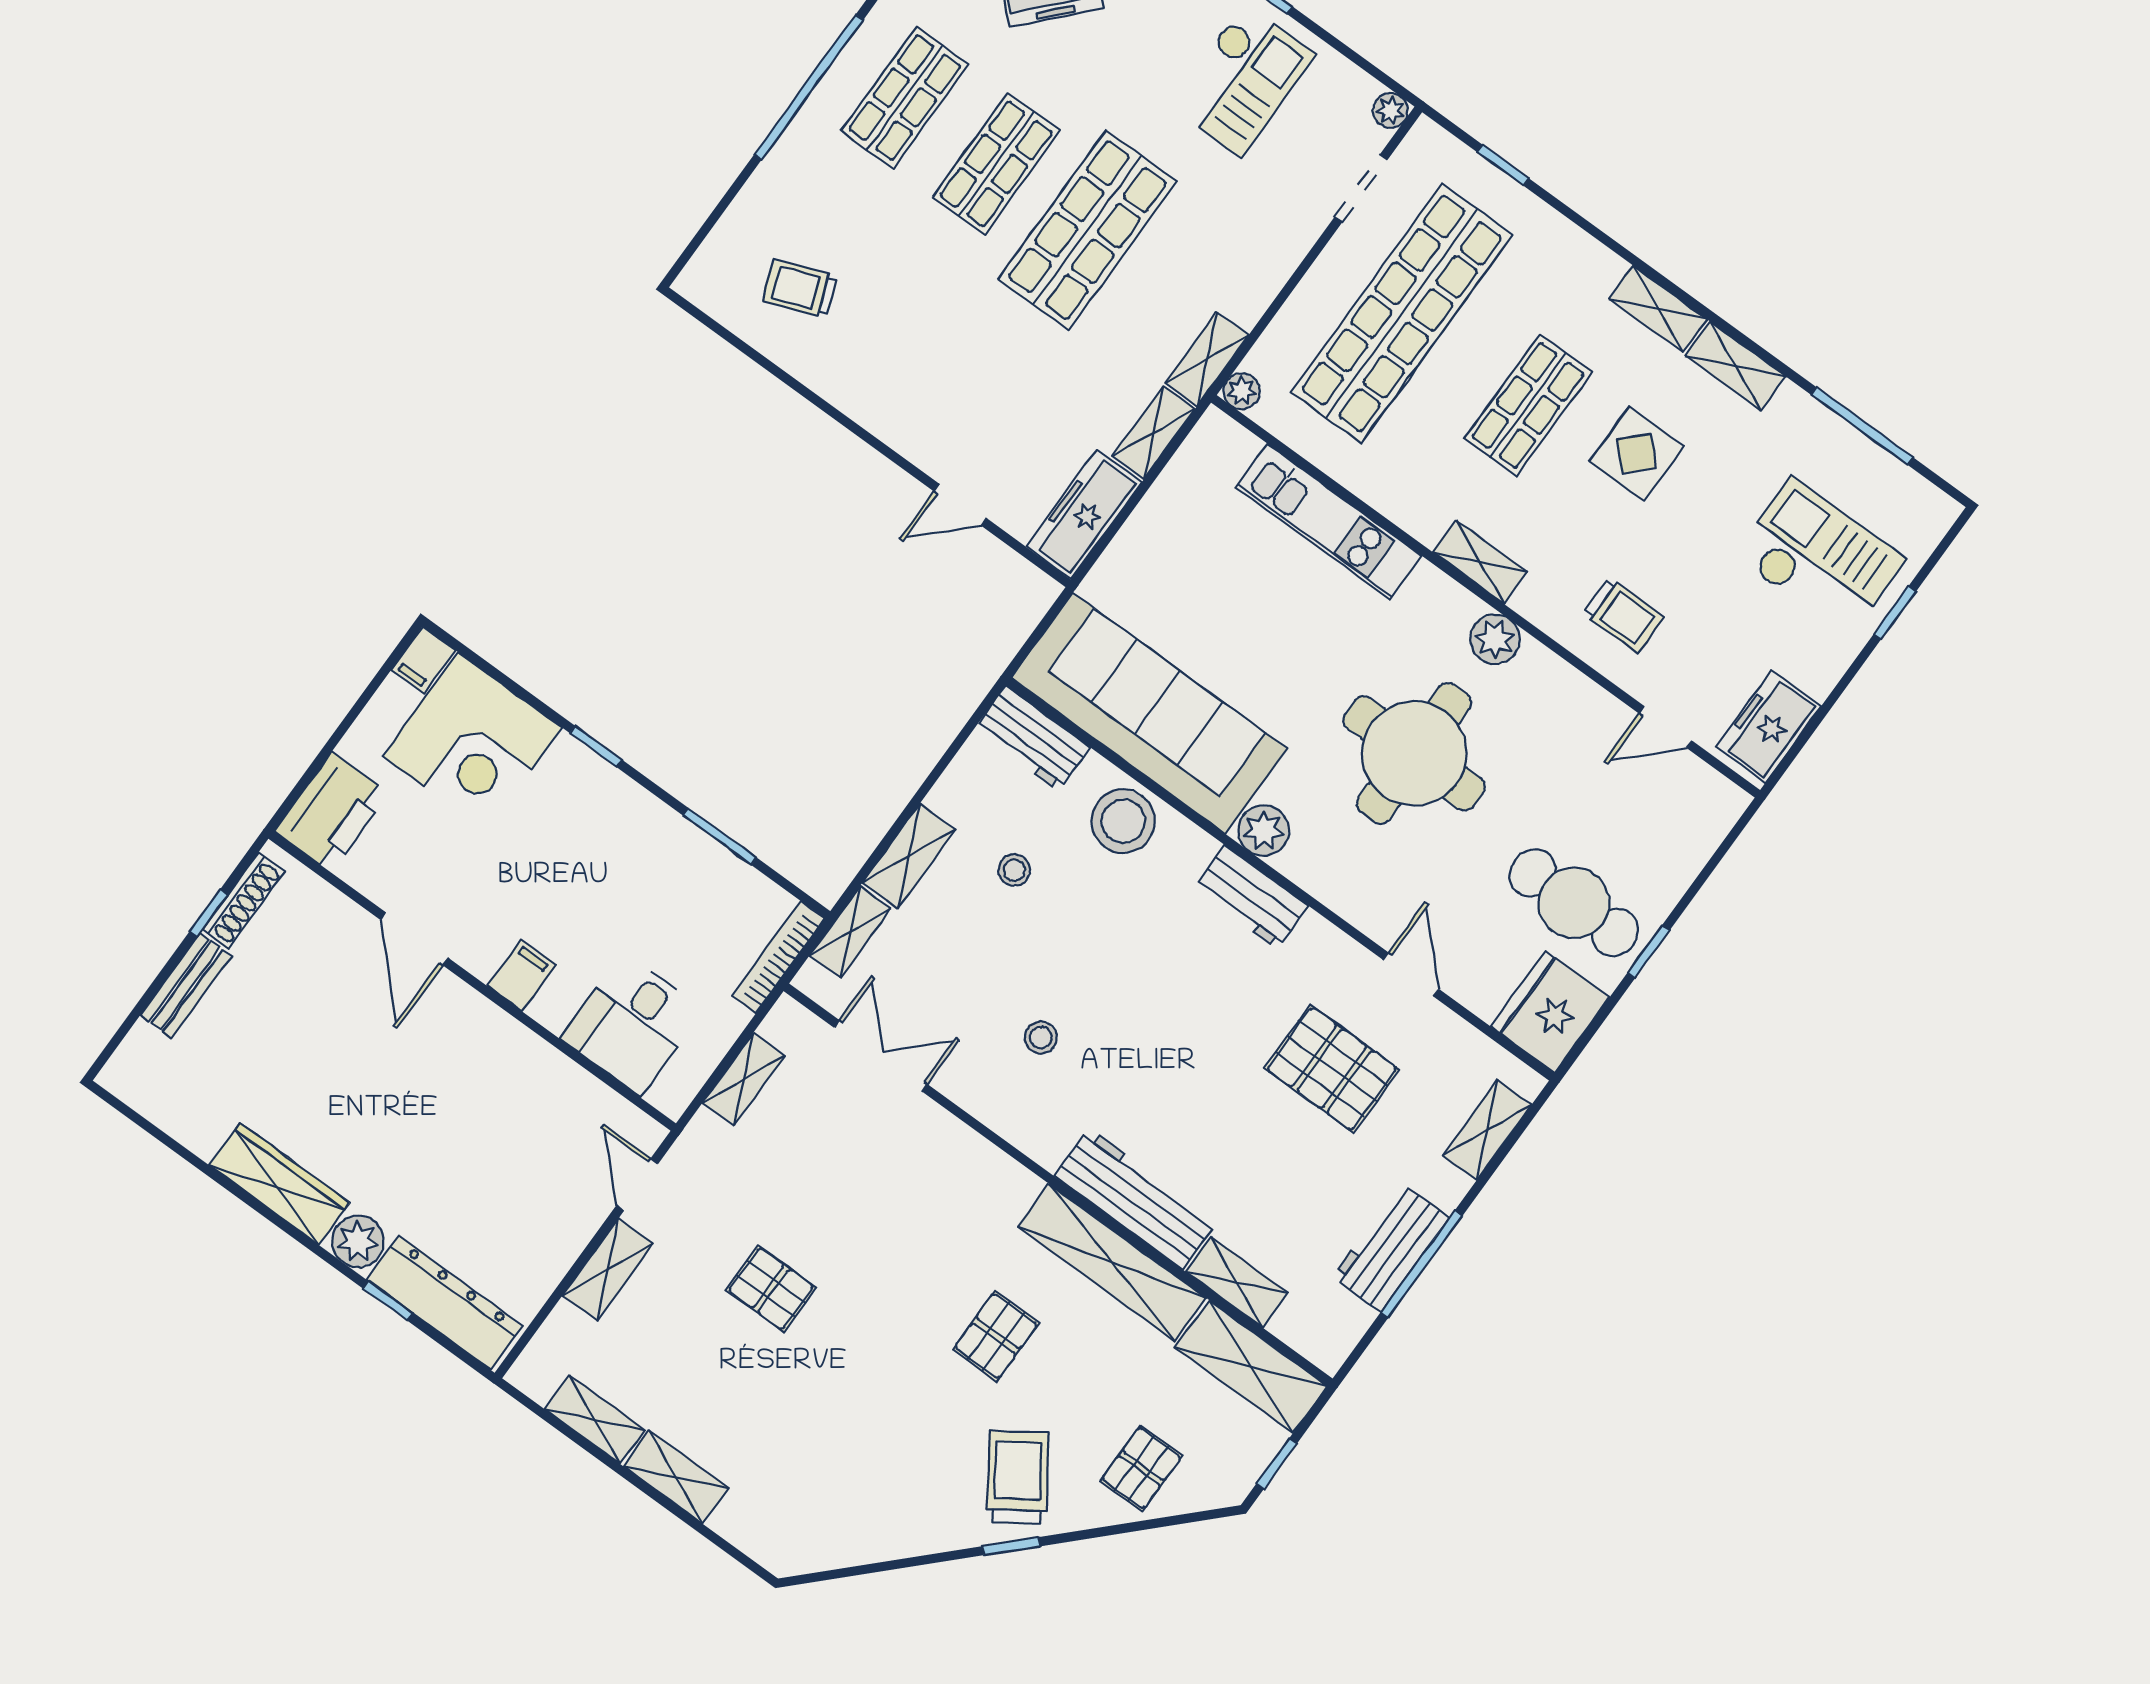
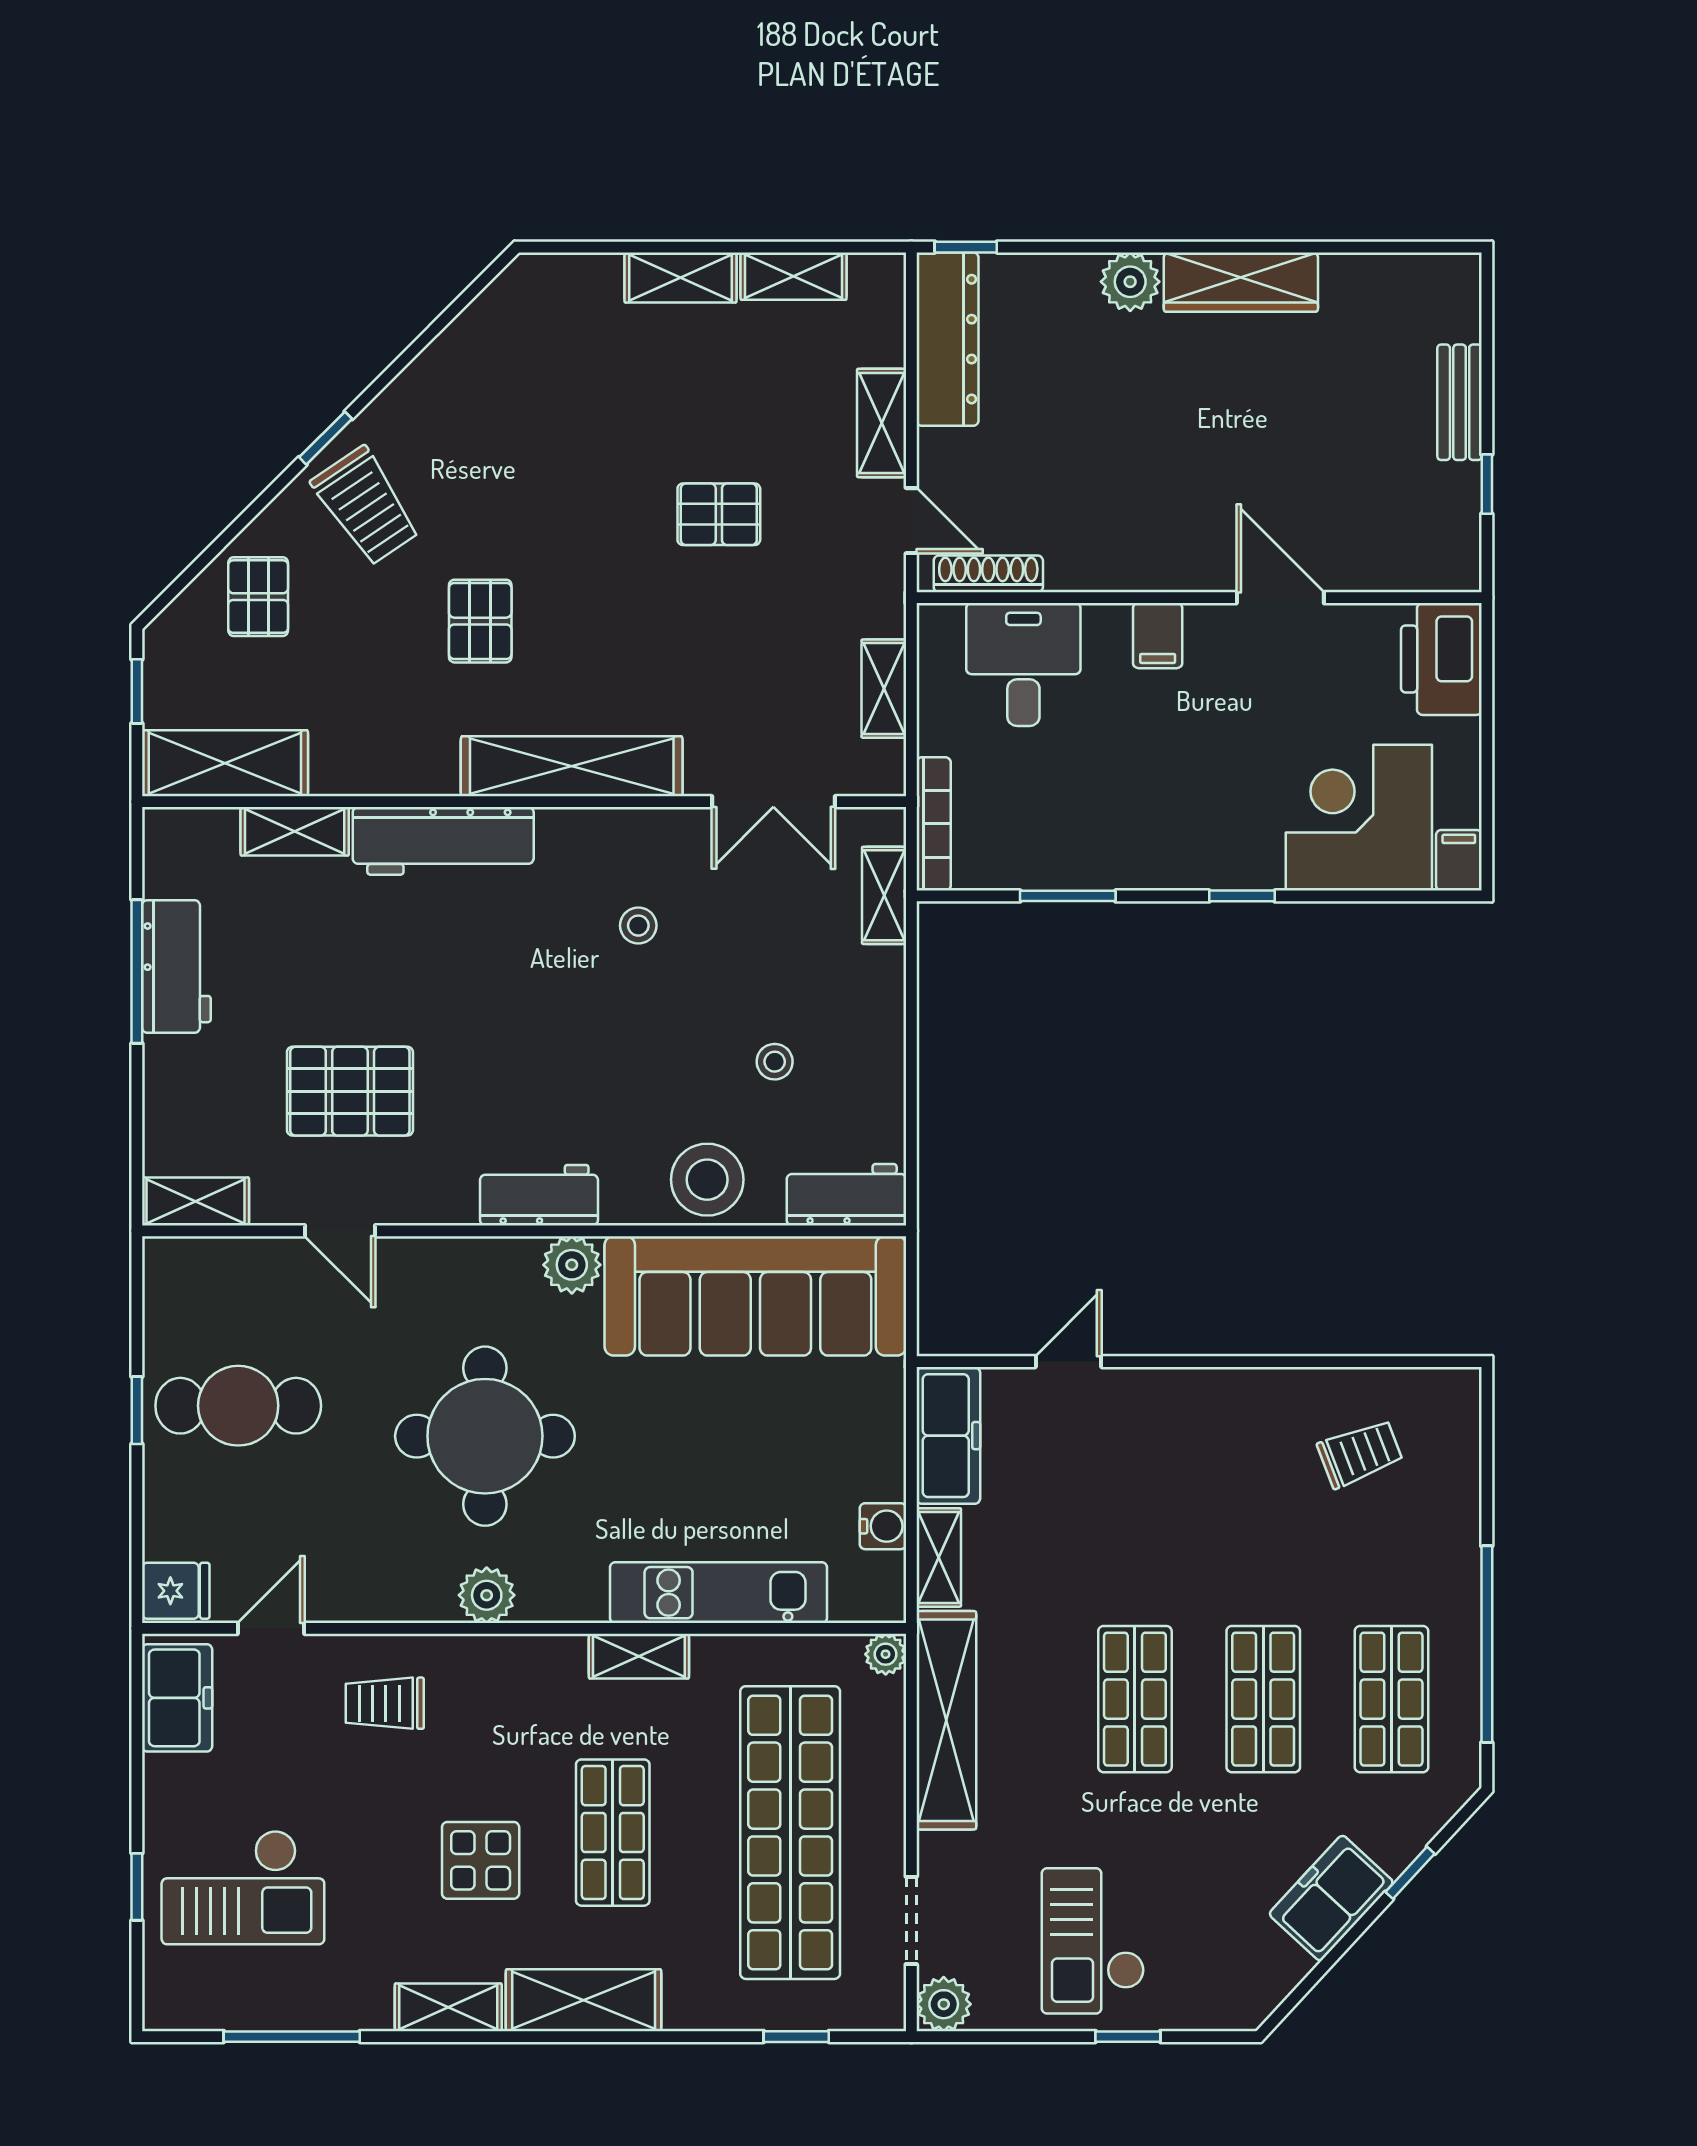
plant: (1390, 111) -> (944, 2004), width x1.38, depth x1.38
shop shelf: (1087, 230) -> (1135, 1699), width x0.70, depth x0.74
shelving: (1658, 309) -> (584, 2000), width x1.50, depth x1.33
shelving: (1207, 359) -> (946, 1720), width x2.20, depth x1.33
water cooler: (1177, 484) -> (883, 1526), added
shelving: (1480, 562) -> (639, 1656), moved
shelving: (909, 856) -> (881, 1004), removed
shoe rack: (244, 901) -> (988, 574), moved, turned 90
fridge: (1550, 1012) -> (176, 1591), moved, width x0.53, depth x0.75
shelving: (1487, 1130) -> (196, 1202), moved, turned 90
shelving: (1112, 1262) -> (572, 766), moved
window: (388, 1301) -> (966, 247), moved
dresser: (444, 1303) -> (947, 339), moved, turned -90

